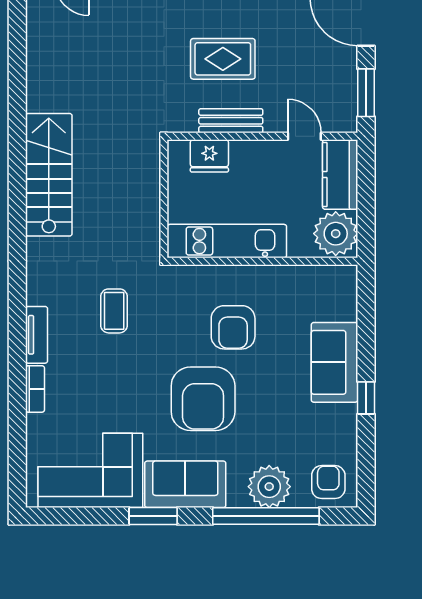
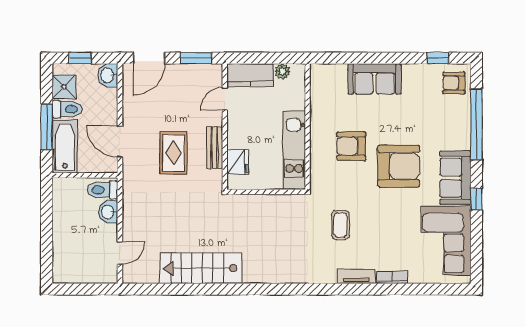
stairs: (49, 175) -> (201, 268), moved
plant: (336, 234) -> (283, 71), width x0.53, depth x0.53
coffee table: (114, 311) -> (340, 225), turned 90
armchair: (233, 327) -> (351, 146), turned 180
window: (366, 398) -> (438, 58), moved
plant: (269, 487) -> (457, 122), removed
window: (153, 516) -> (476, 199), width x0.67

